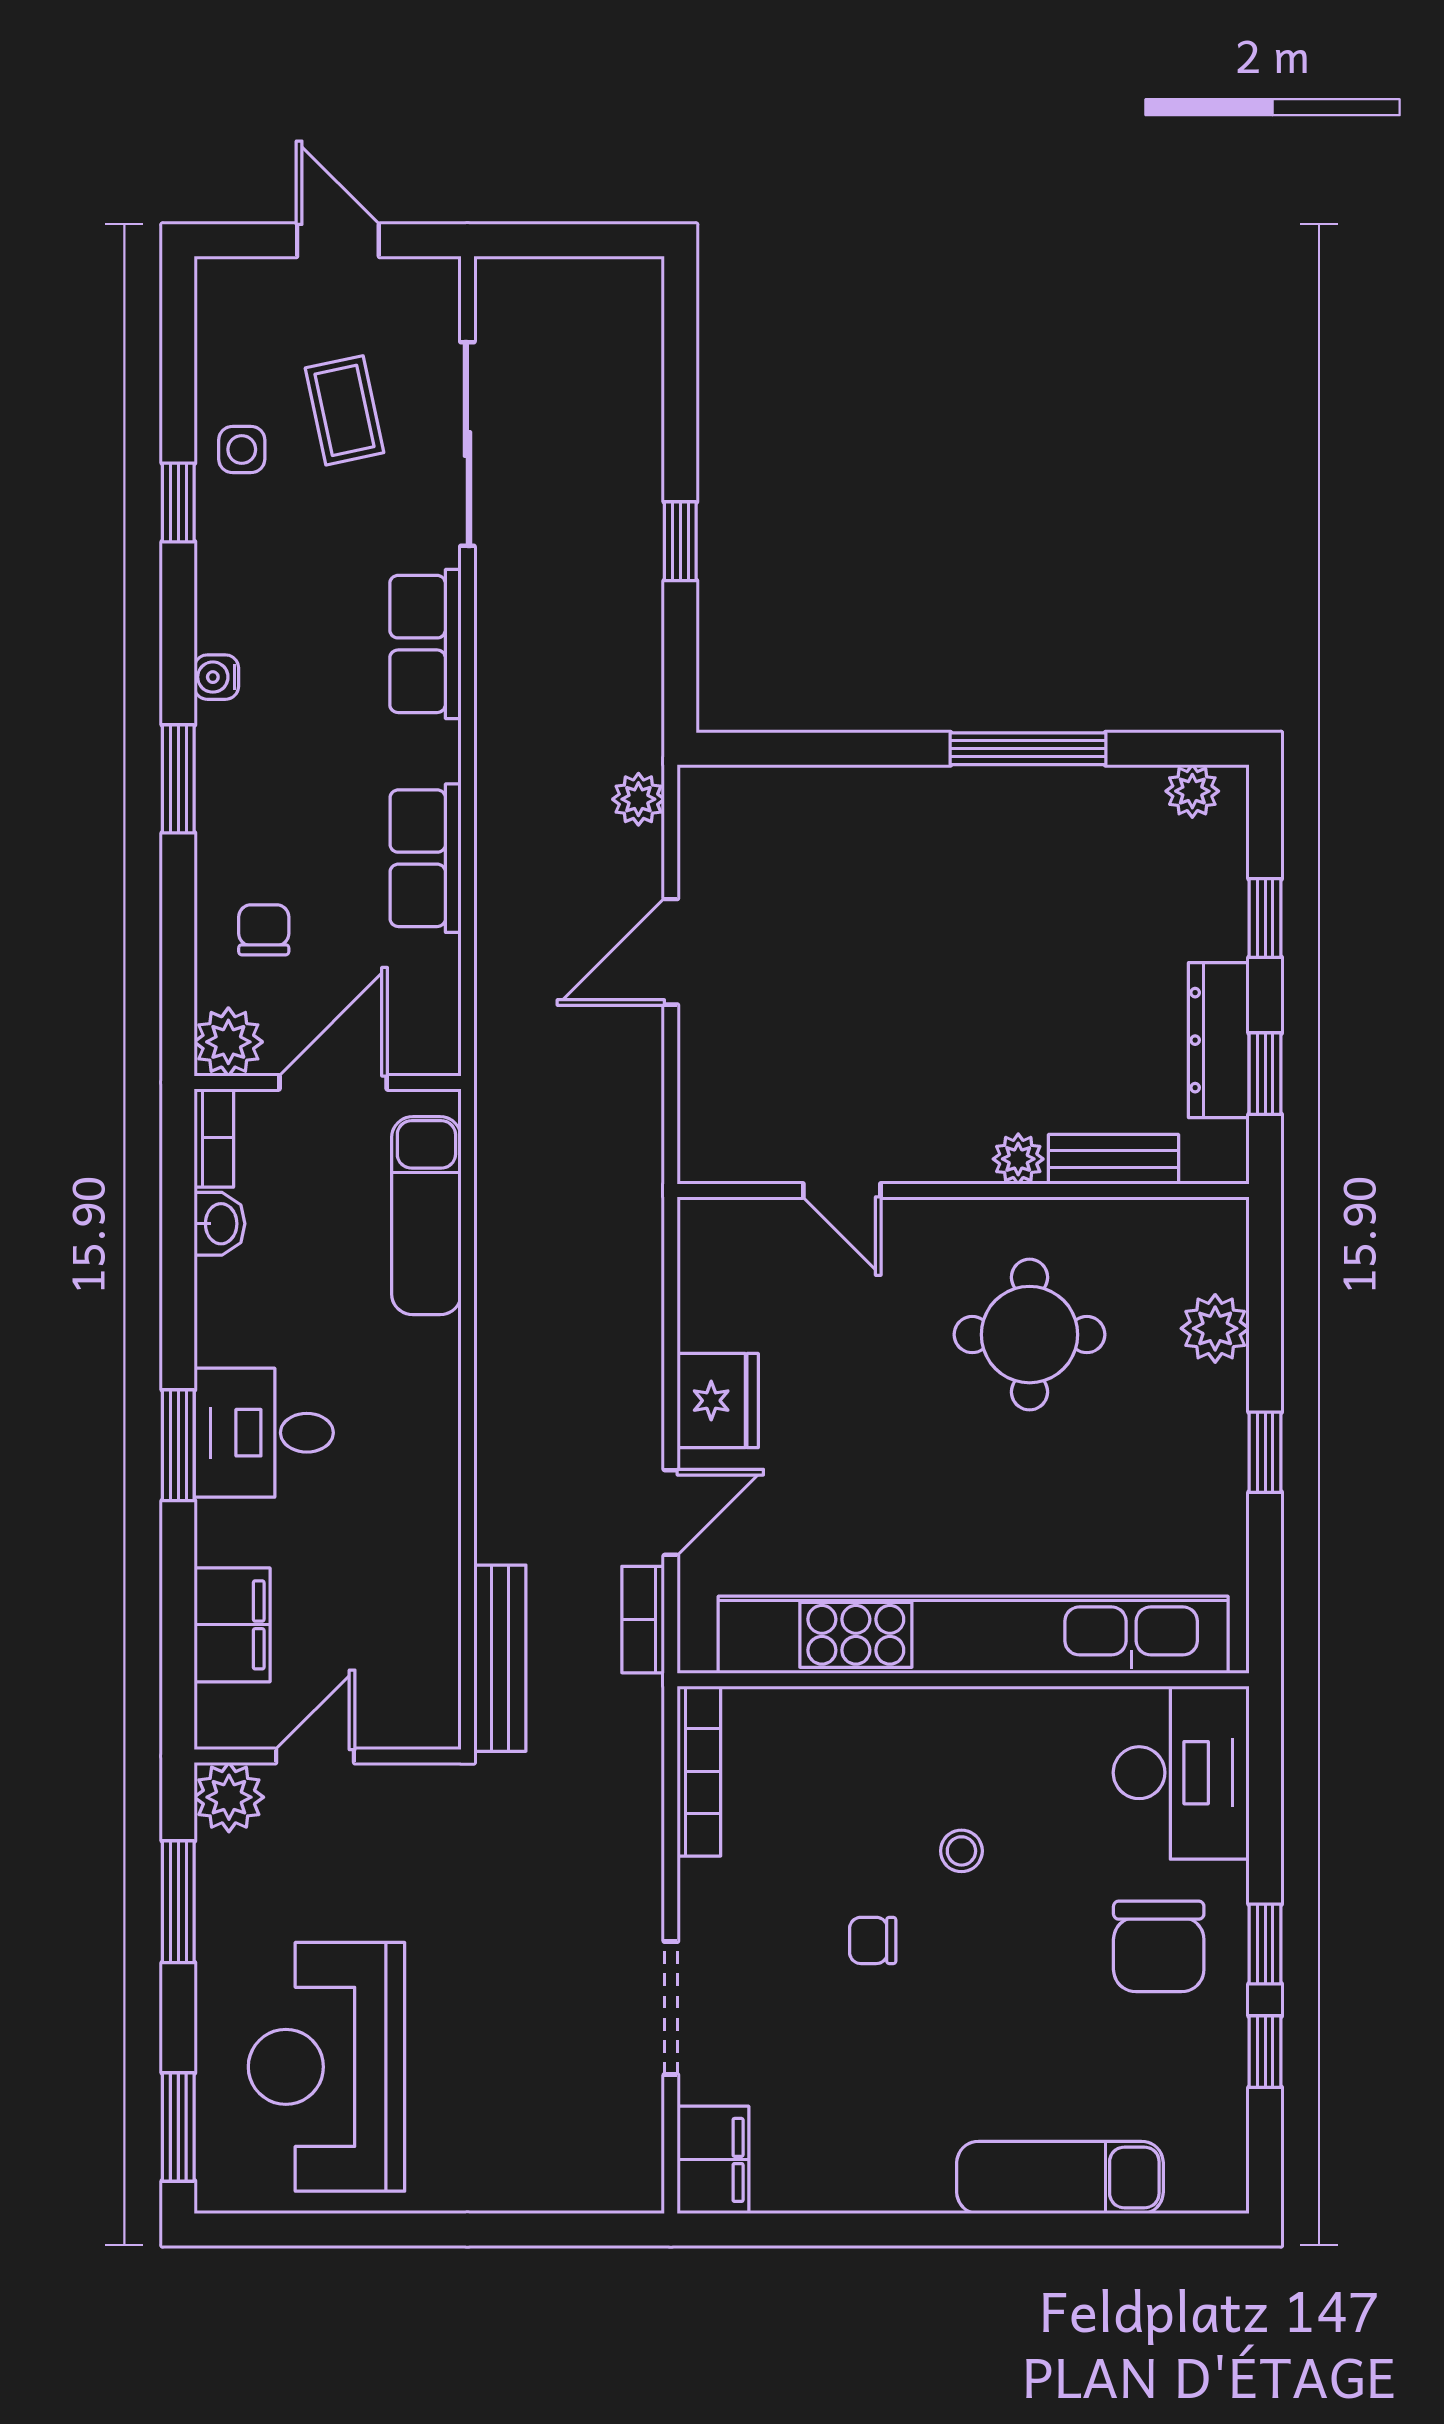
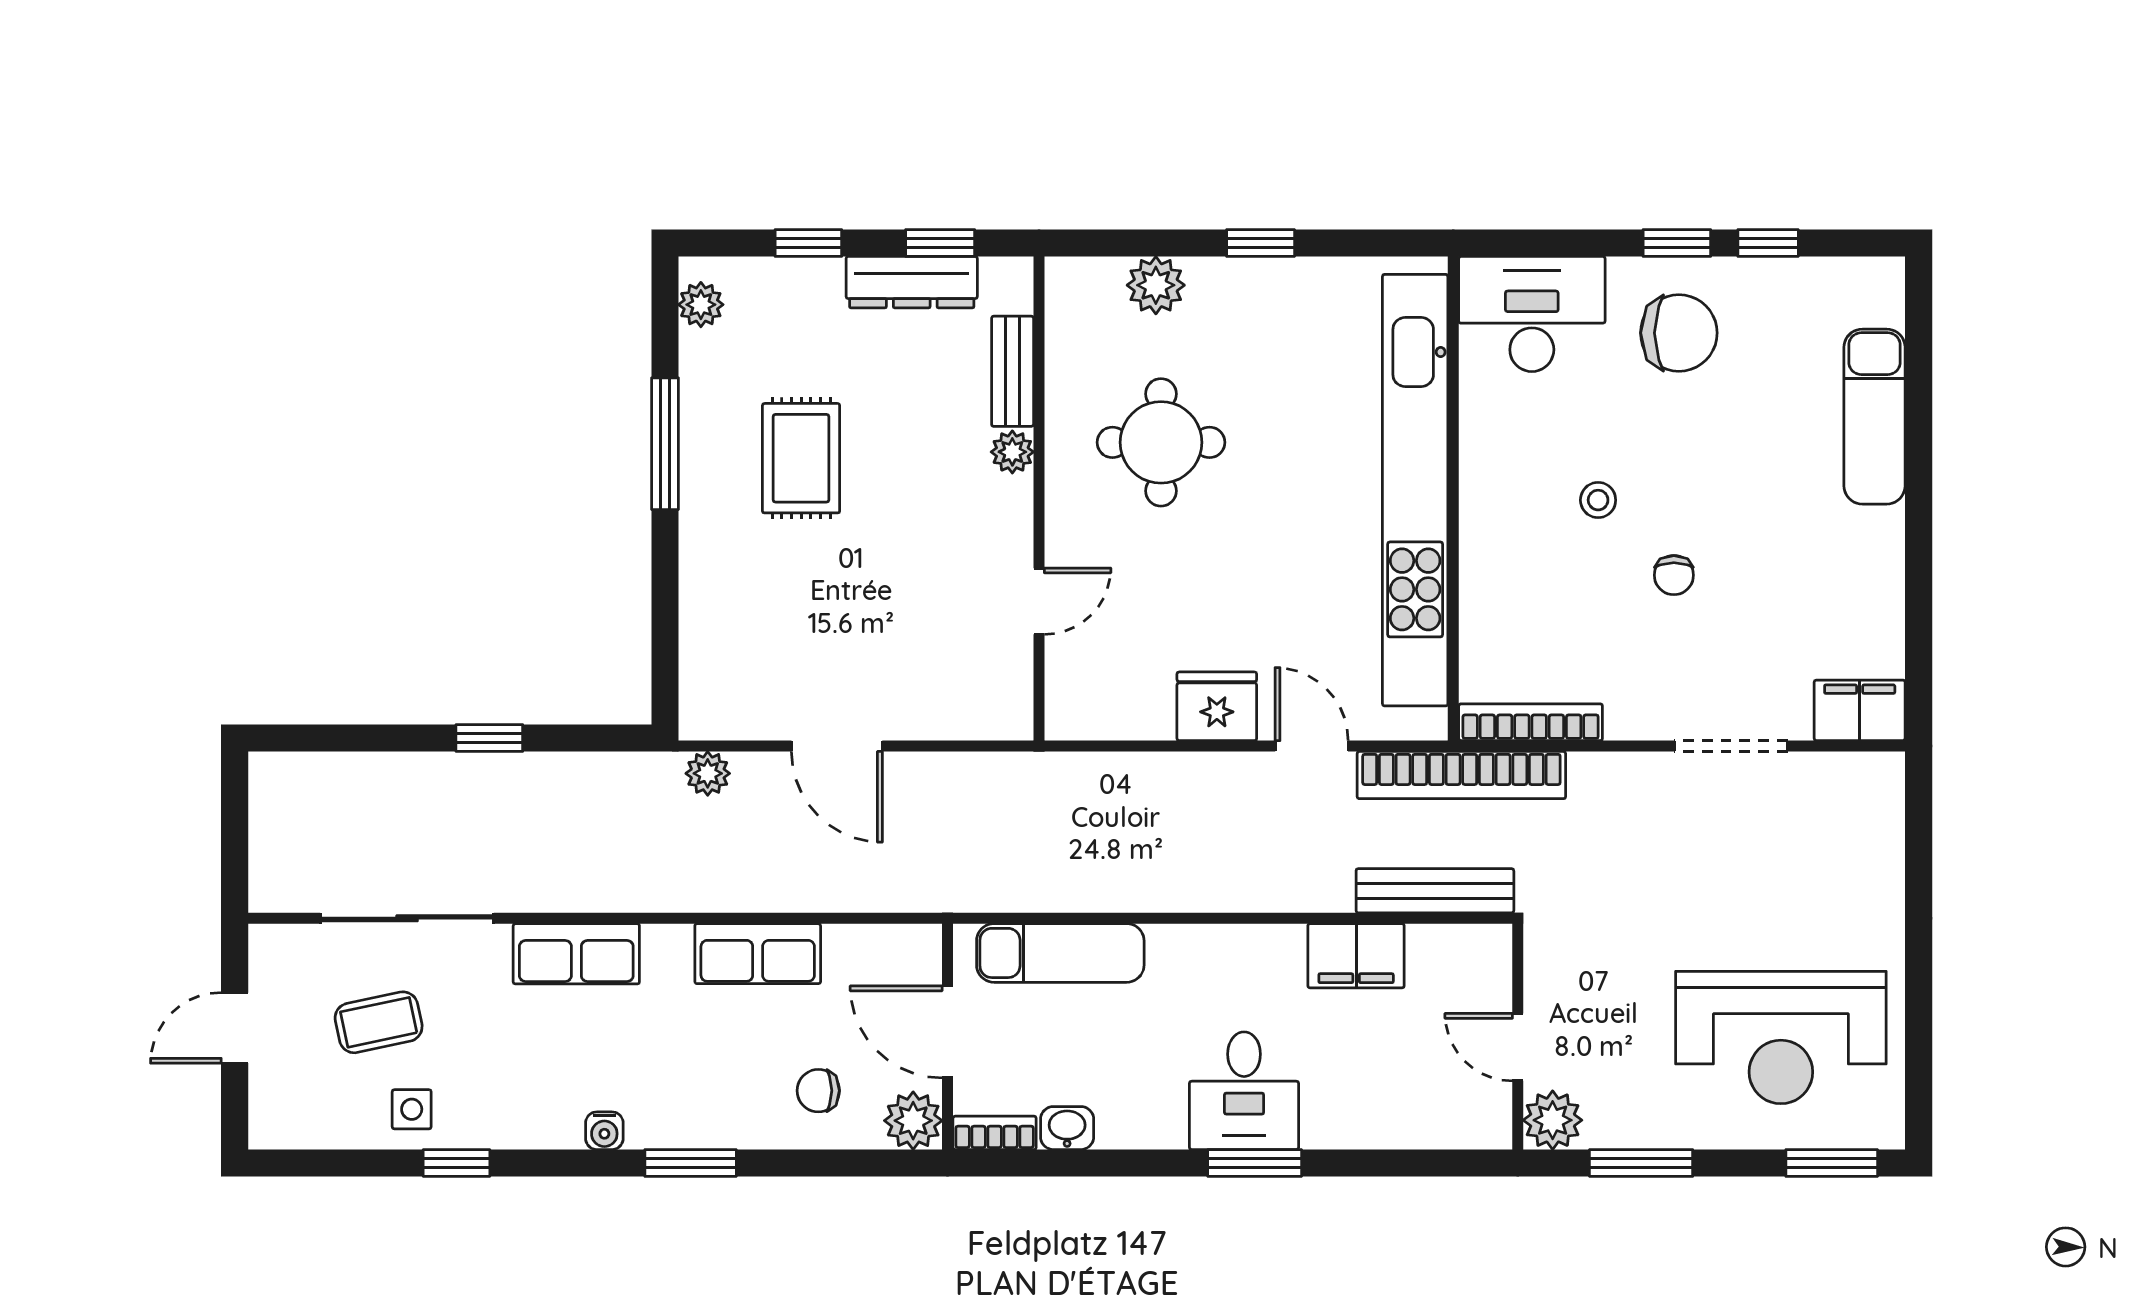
rug: (1011, 909) -> (801, 458), added
bookcase: (643, 1620) -> (1461, 775), width x2.31, depth x1.31
filing cabinet: (232, 1625) -> (1356, 956), moved, turned 180

